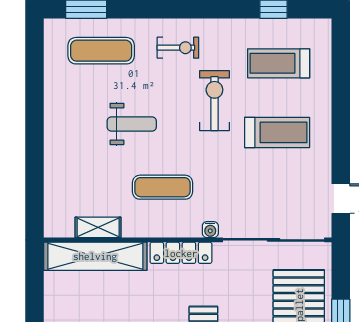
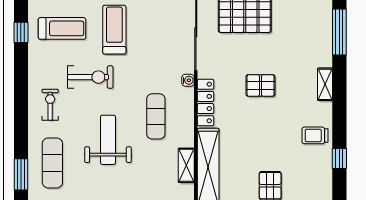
treadmill: (279, 63) -> (62, 28), turned -90
exercise bike: (214, 101) -> (90, 77), turned 180
weight bench: (132, 124) -> (108, 140), width x1.36, depth x1.33

